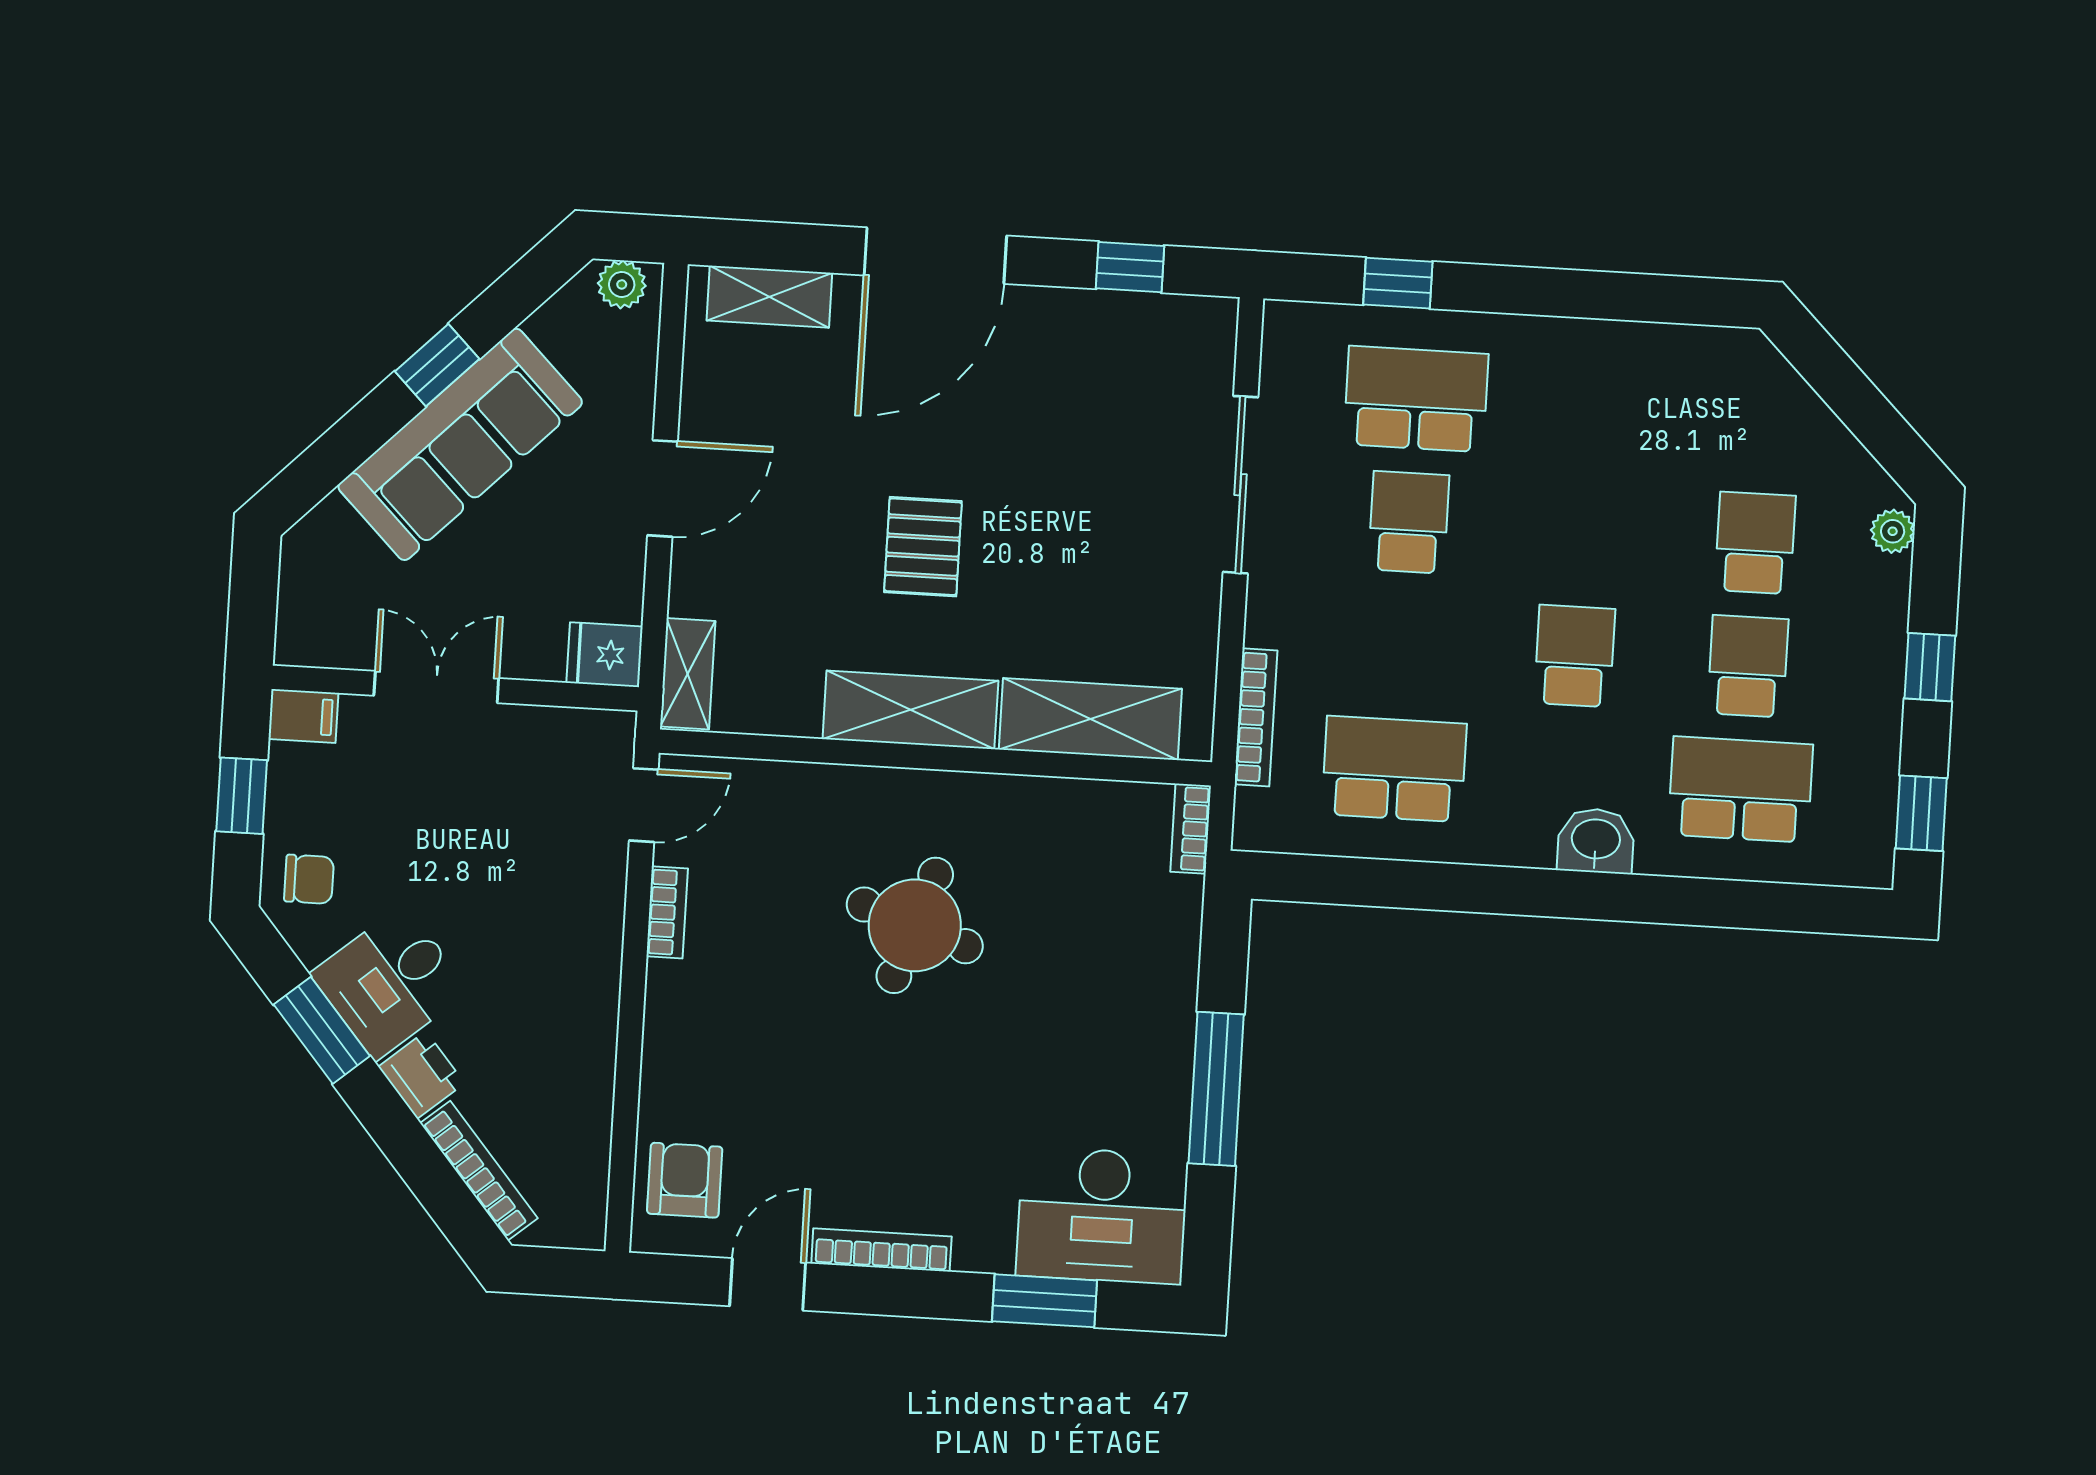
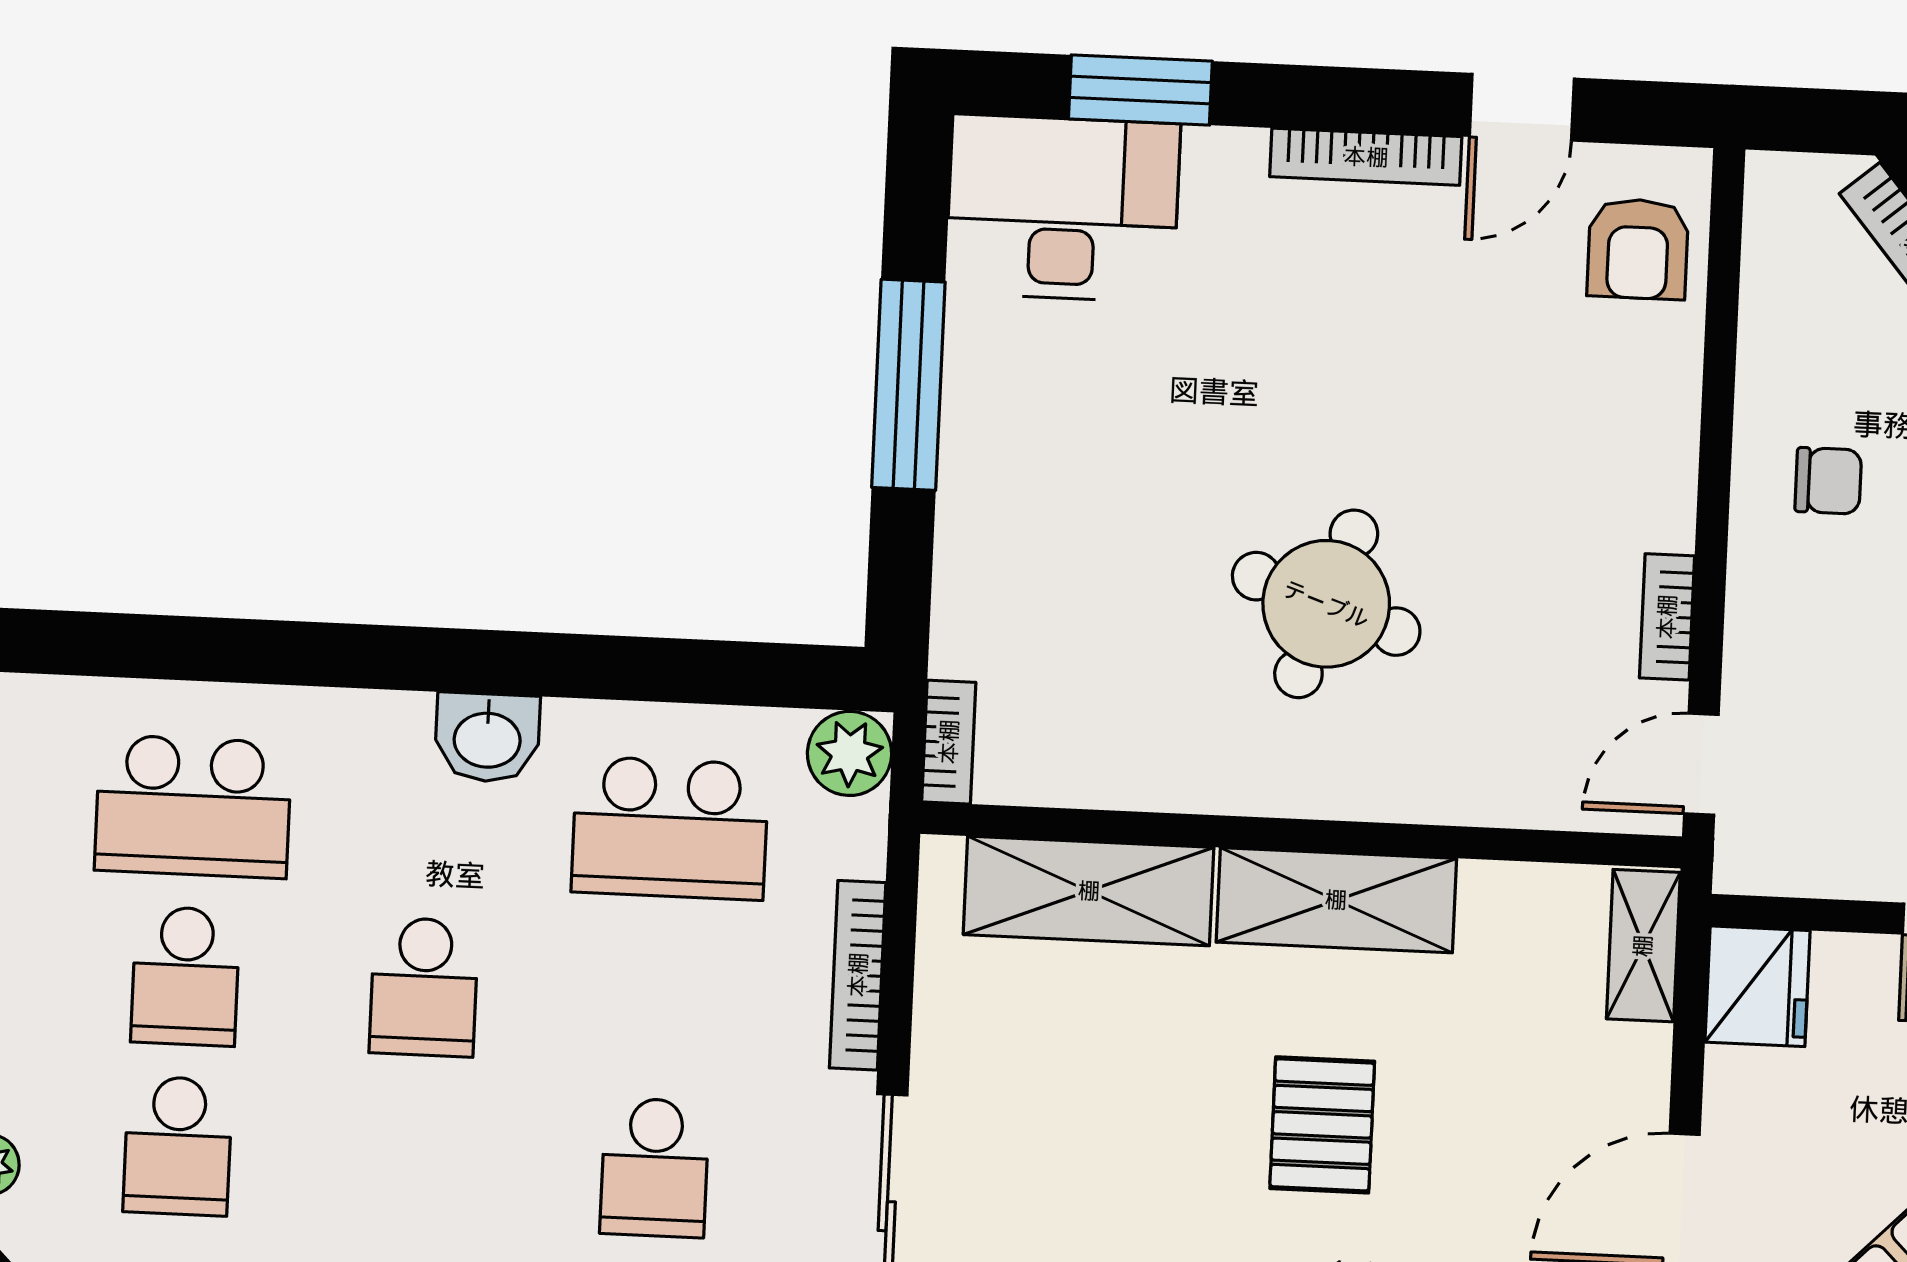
fridge: (605, 655) -> (1757, 986), width x1.38
bookcase: (1256, 717) -> (858, 975), moved
plant: (1263, 821) -> (850, 753), added
washbasin: (1596, 841) -> (487, 738), moved
chair: (549, 1010) -> (1828, 481), added

